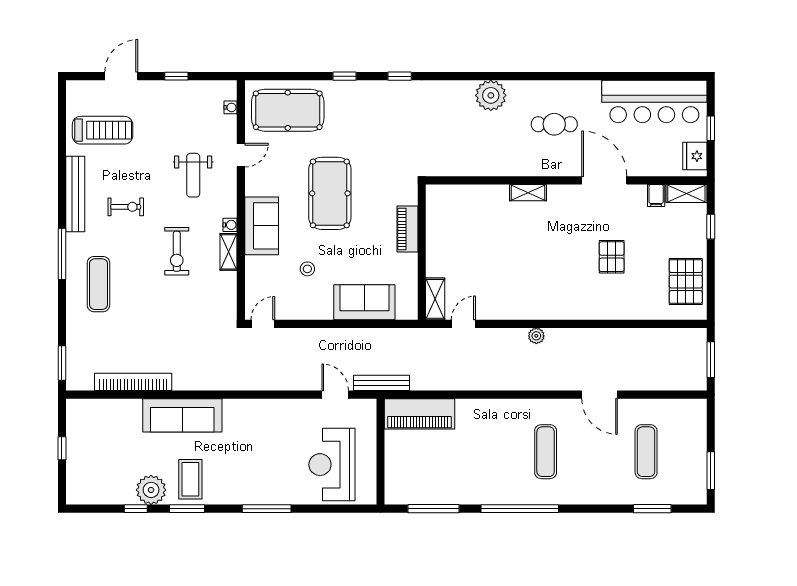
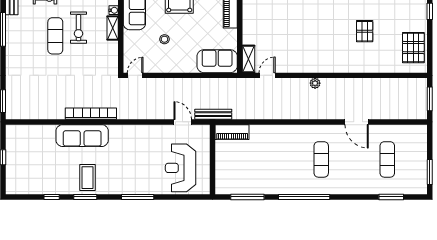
exercise mat: (98, 284) -> (55, 36), moved
sofa: (364, 302) -> (217, 61), moved
bookcase: (133, 382) -> (91, 114), moved
piano: (420, 414) -> (232, 132), width x0.73, depth x0.75
plant: (151, 490) -> (62, 185), removed

